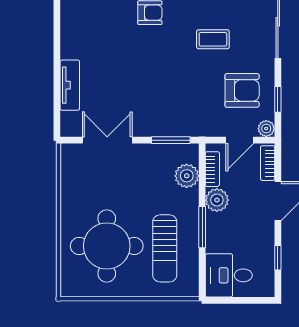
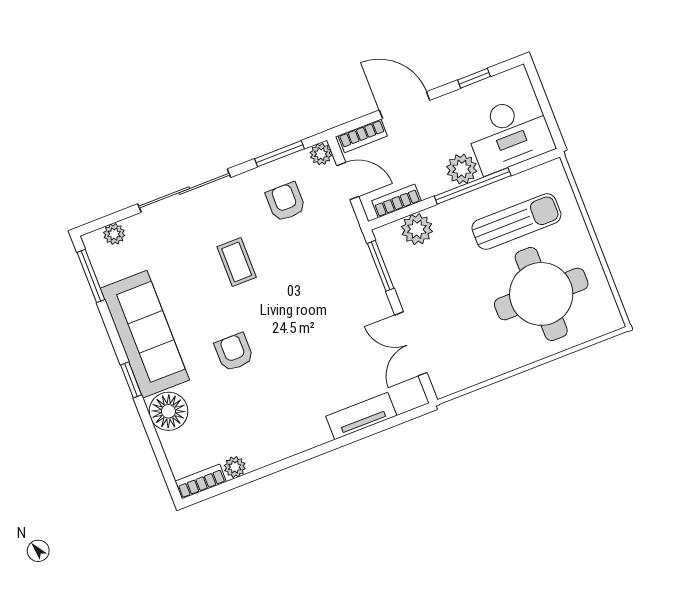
armchair: (242, 90) -> (286, 202), width x0.72, depth x0.72
window: (278, 99) -> (279, 154), width x1.50
plant: (217, 200) -> (462, 169), moved
window: (202, 227) -> (473, 186), width x1.44
desk: (229, 275) -> (509, 134), width x1.37

